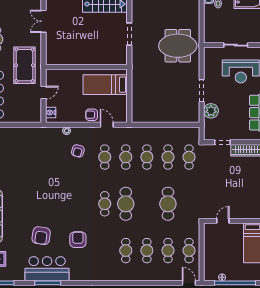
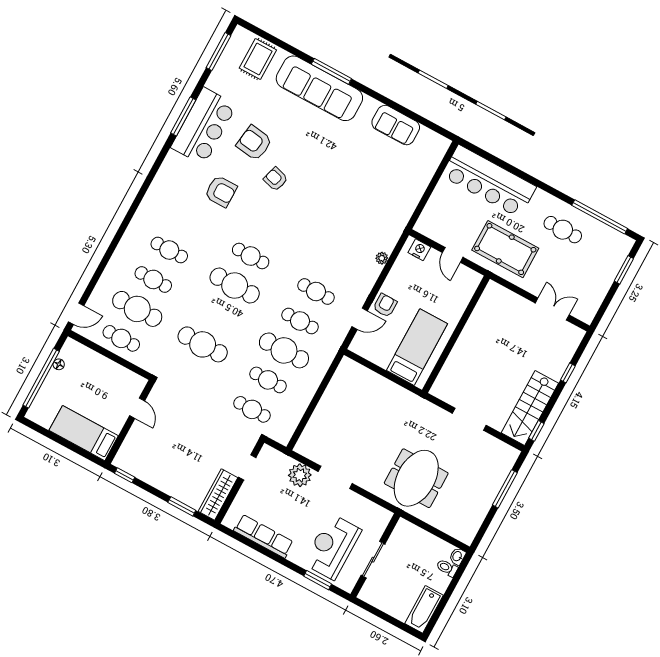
armchair: (78, 151) -> (276, 179), moved
cafe table: (147, 157) -> (284, 350), width x1.37, depth x1.35
cafe table: (168, 251) -> (137, 309), width x1.37, depth x1.35

